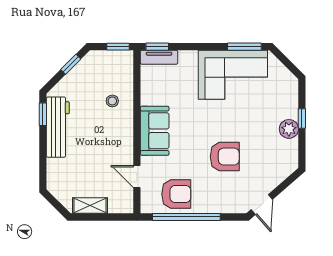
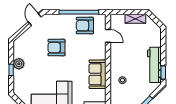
sofa: (155, 131) -> (98, 74), moved

